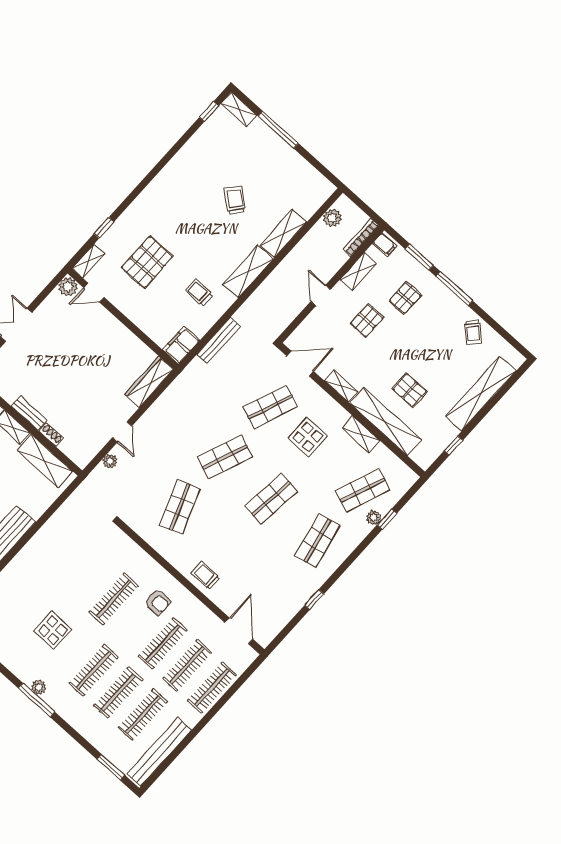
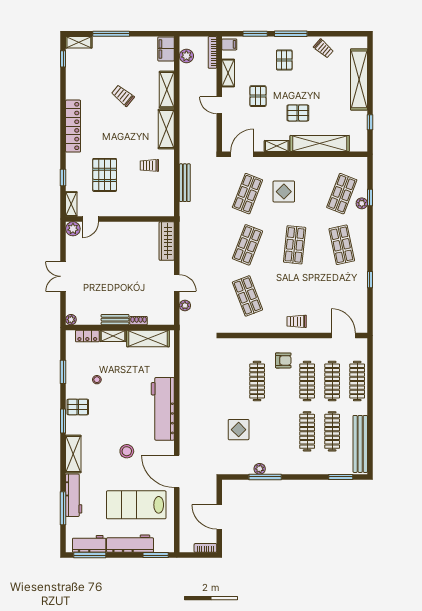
locker: (159, 186) -> (73, 126), added
pallet: (405, 298) -> (284, 60), moved
filing cabinet: (181, 345) -> (166, 49), moved
pallet: (410, 390) -> (298, 113), moved
shelving: (361, 434) -> (312, 163), removed
clothes rail: (94, 670) -> (282, 431), removed

